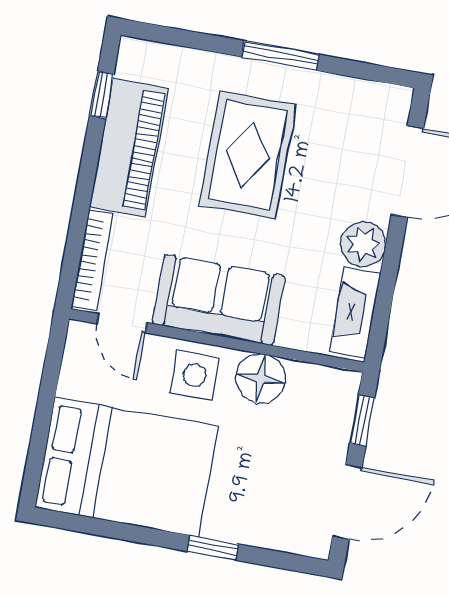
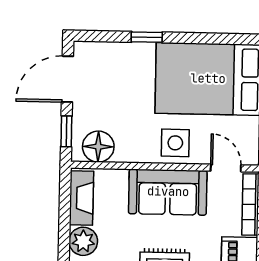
floor lamp: (261, 379) -> (98, 147), moved

